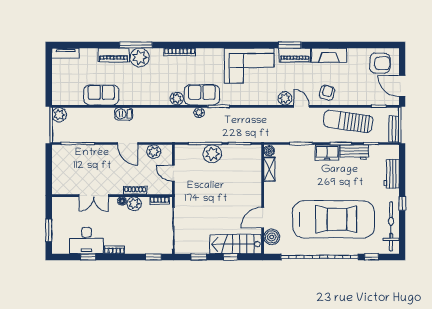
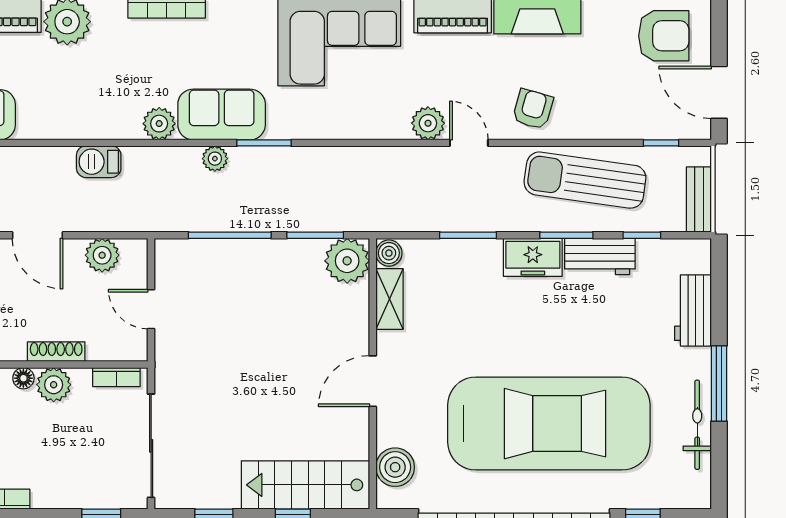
barbecue: (124, 114) -> (99, 162), moved
plant: (212, 154) -> (347, 261), moved
window: (402, 203) -> (719, 383), width x2.17
door: (263, 218) -> (373, 381), moved
bicycle: (391, 226) -> (697, 425), width x0.73, depth x0.71

